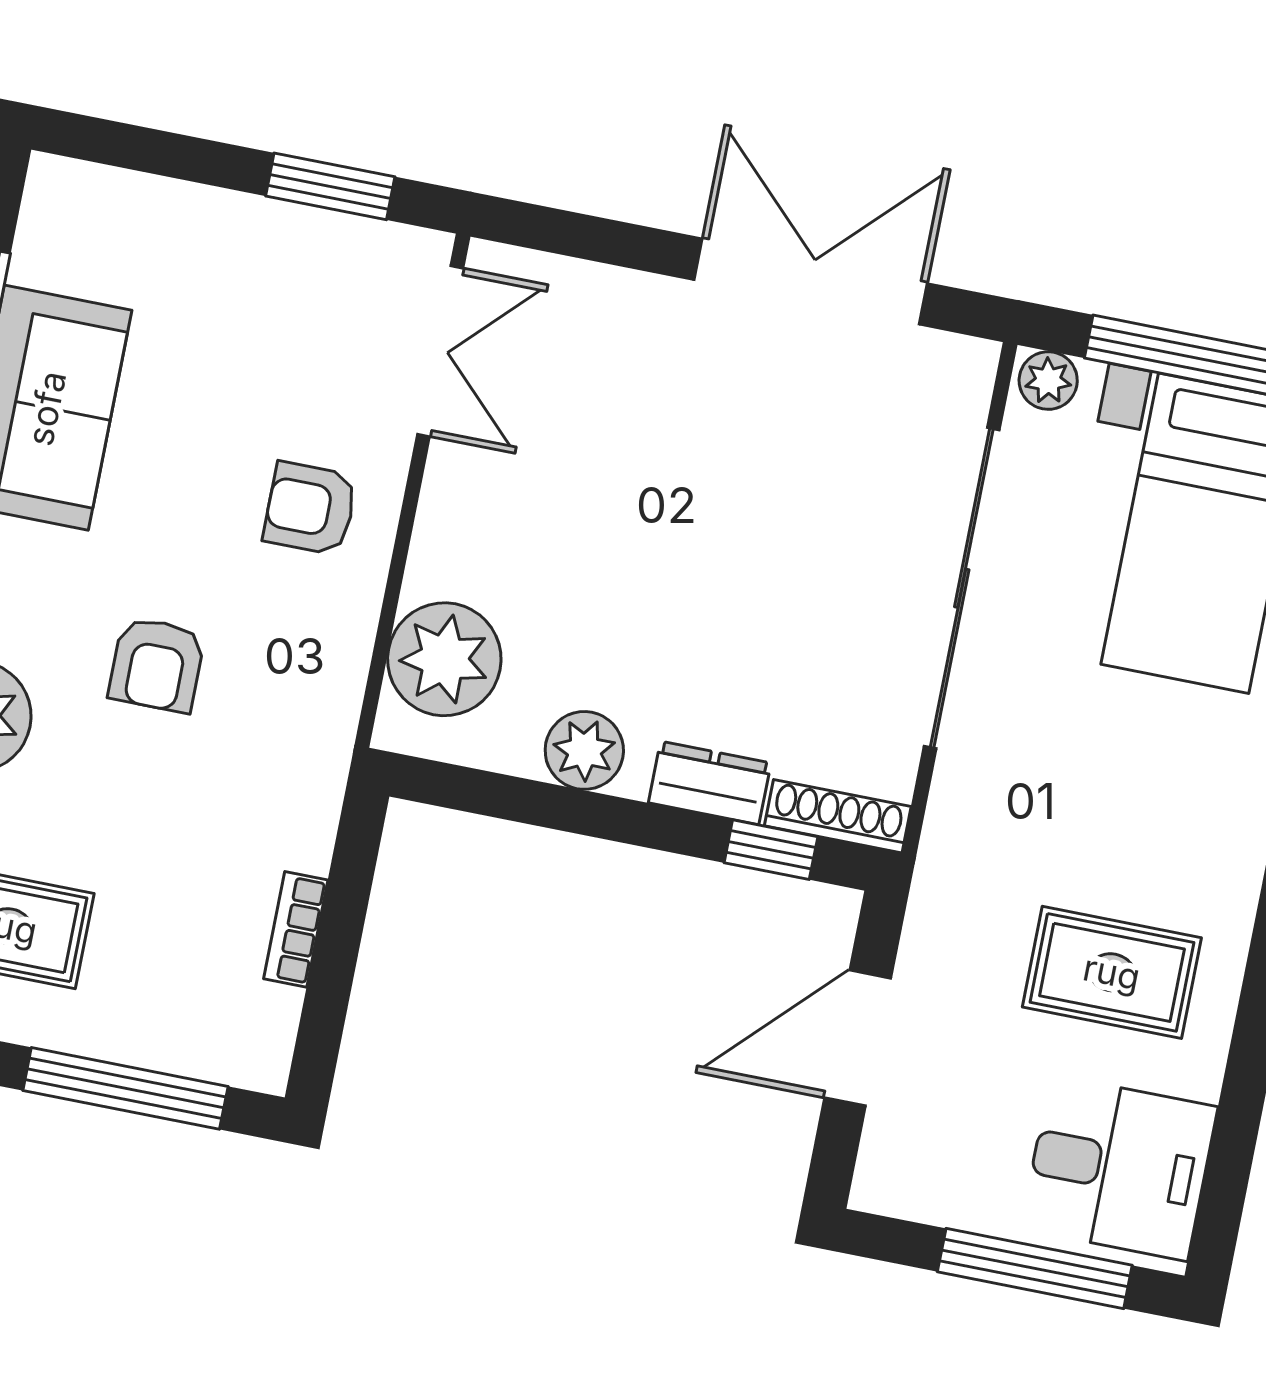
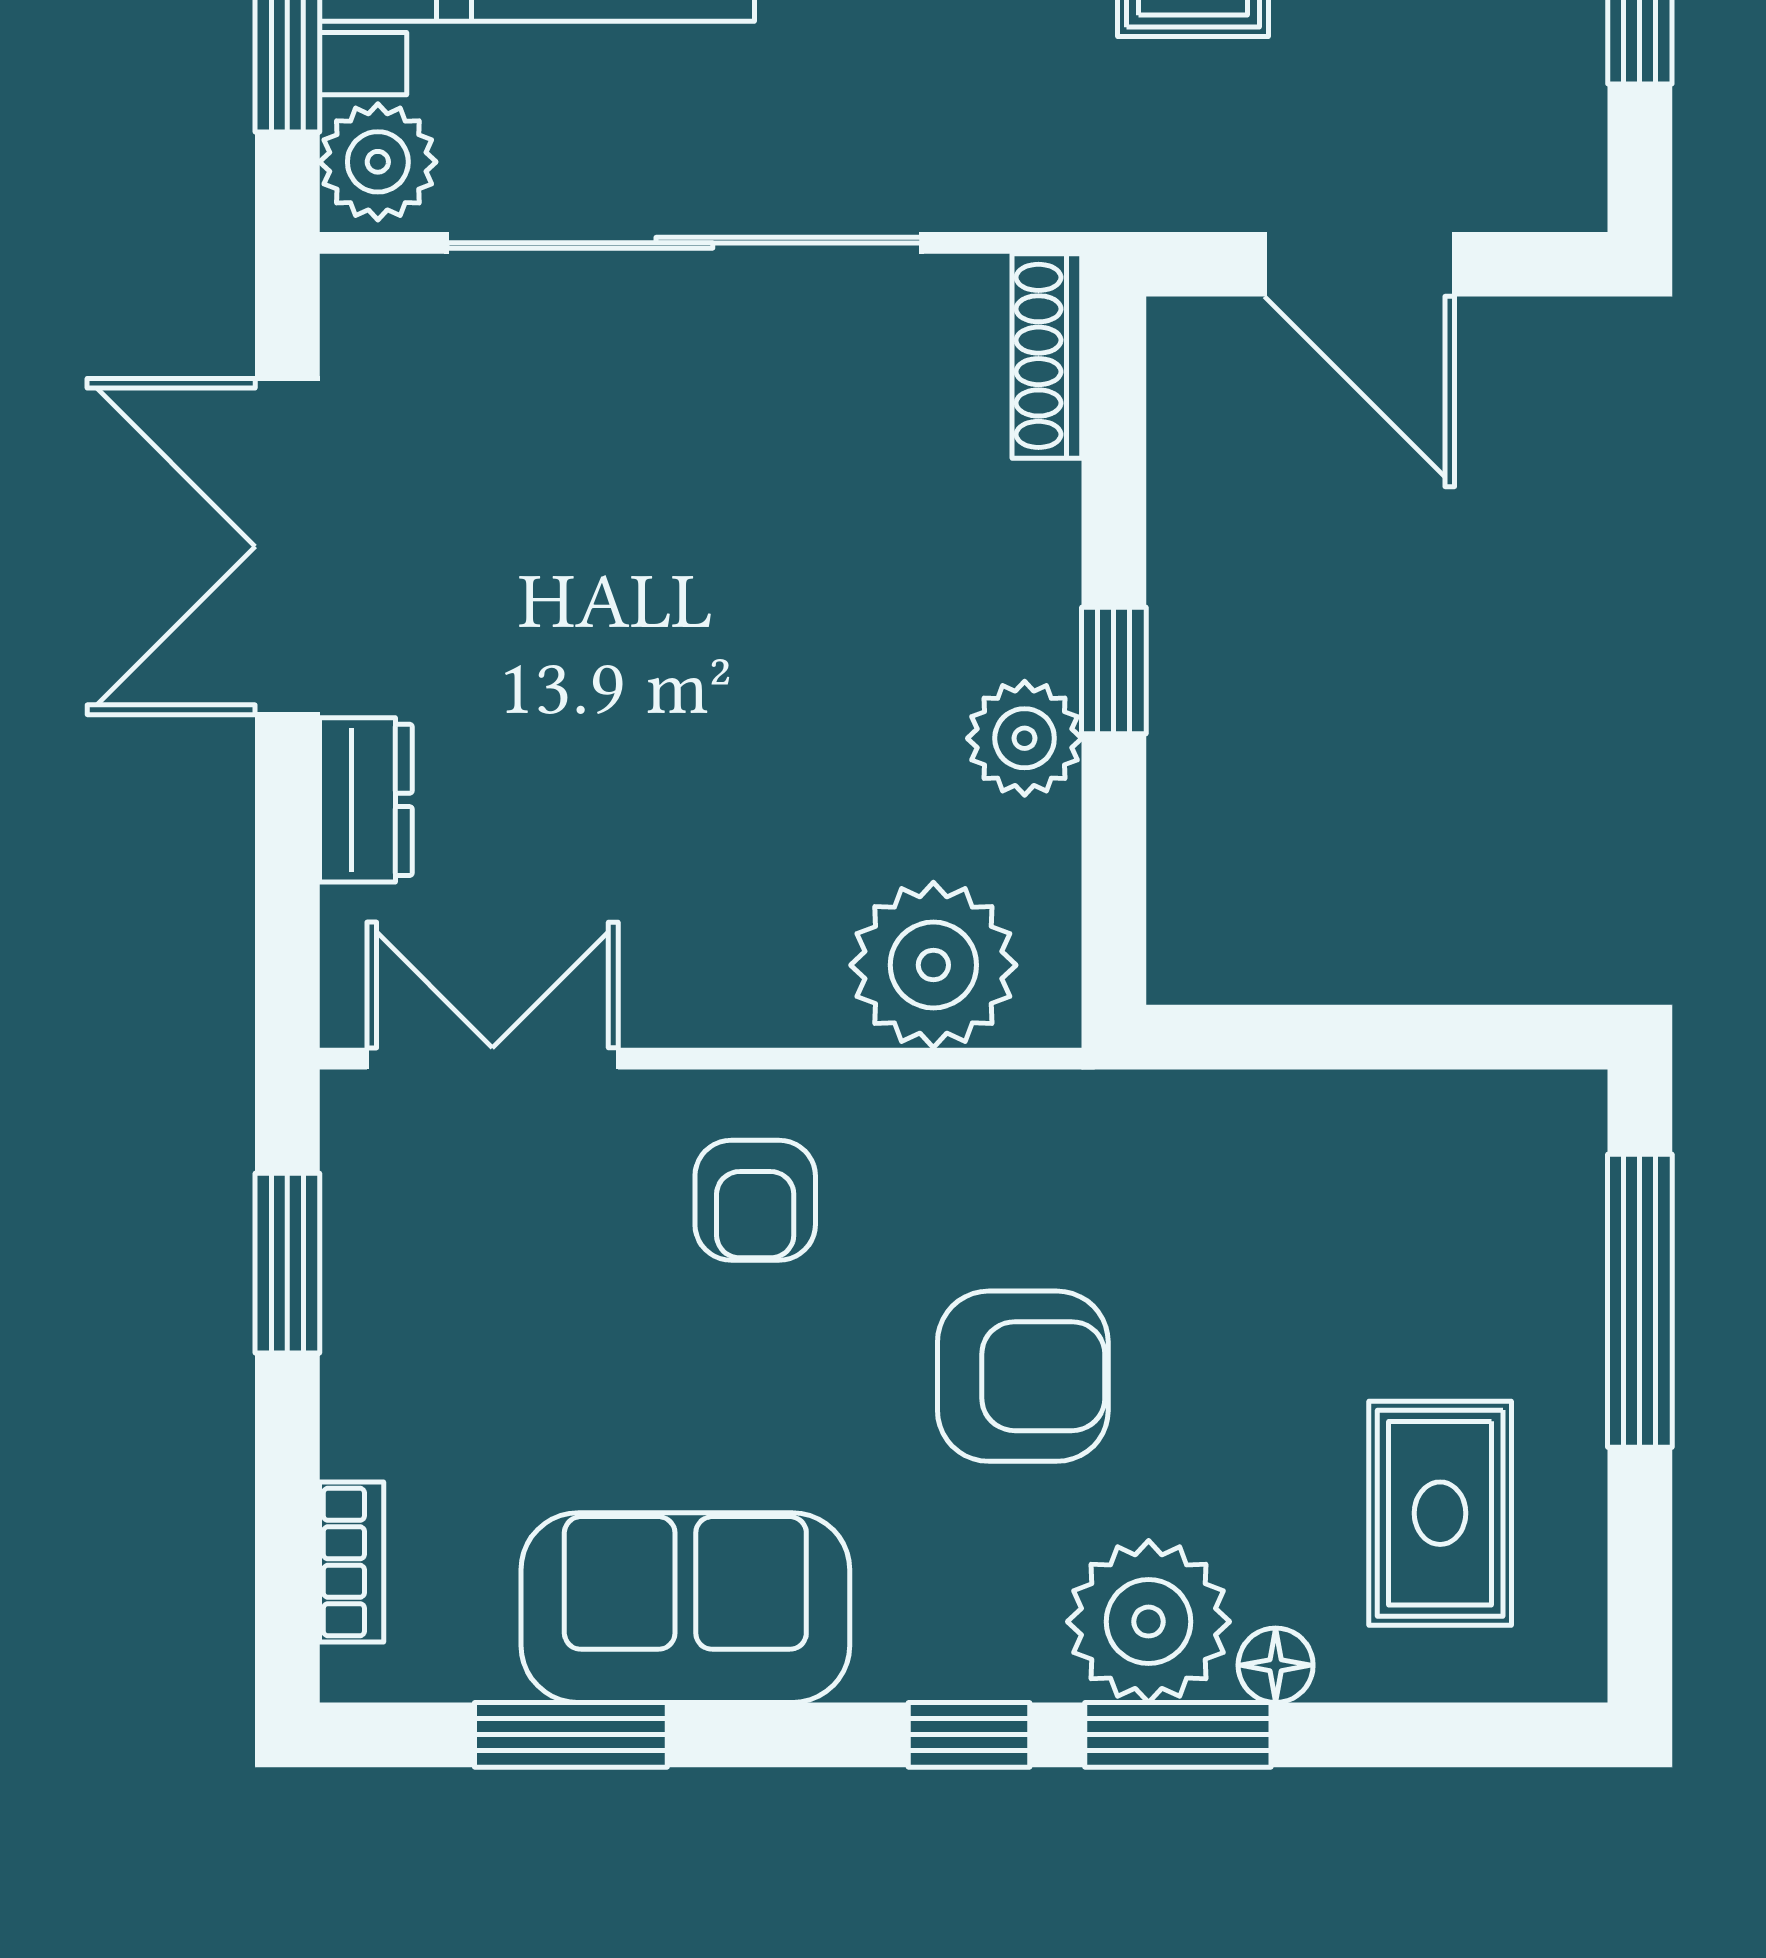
plant: (1048, 381) -> (378, 162), width x1.38, depth x1.38
armchair: (157, 665) -> (1023, 1376), width x1.38, depth x1.38
dresser: (710, 783) -> (366, 800), moved, turned 180
window: (771, 850) -> (1114, 671), moved
bookcase: (296, 929) -> (352, 1562), moved, turned -90

